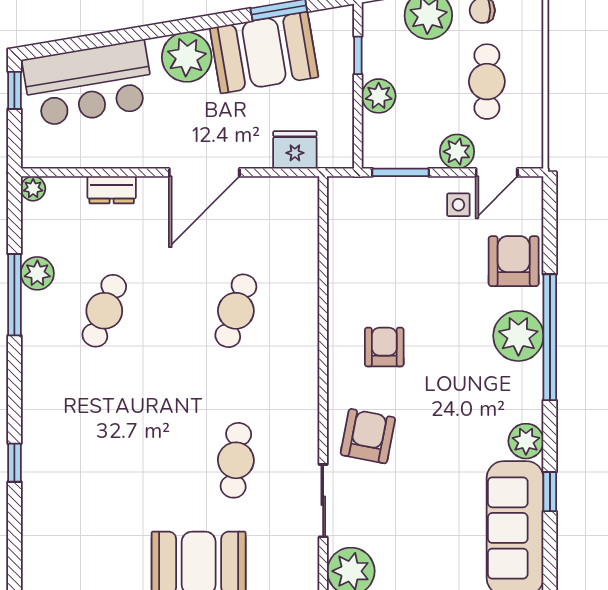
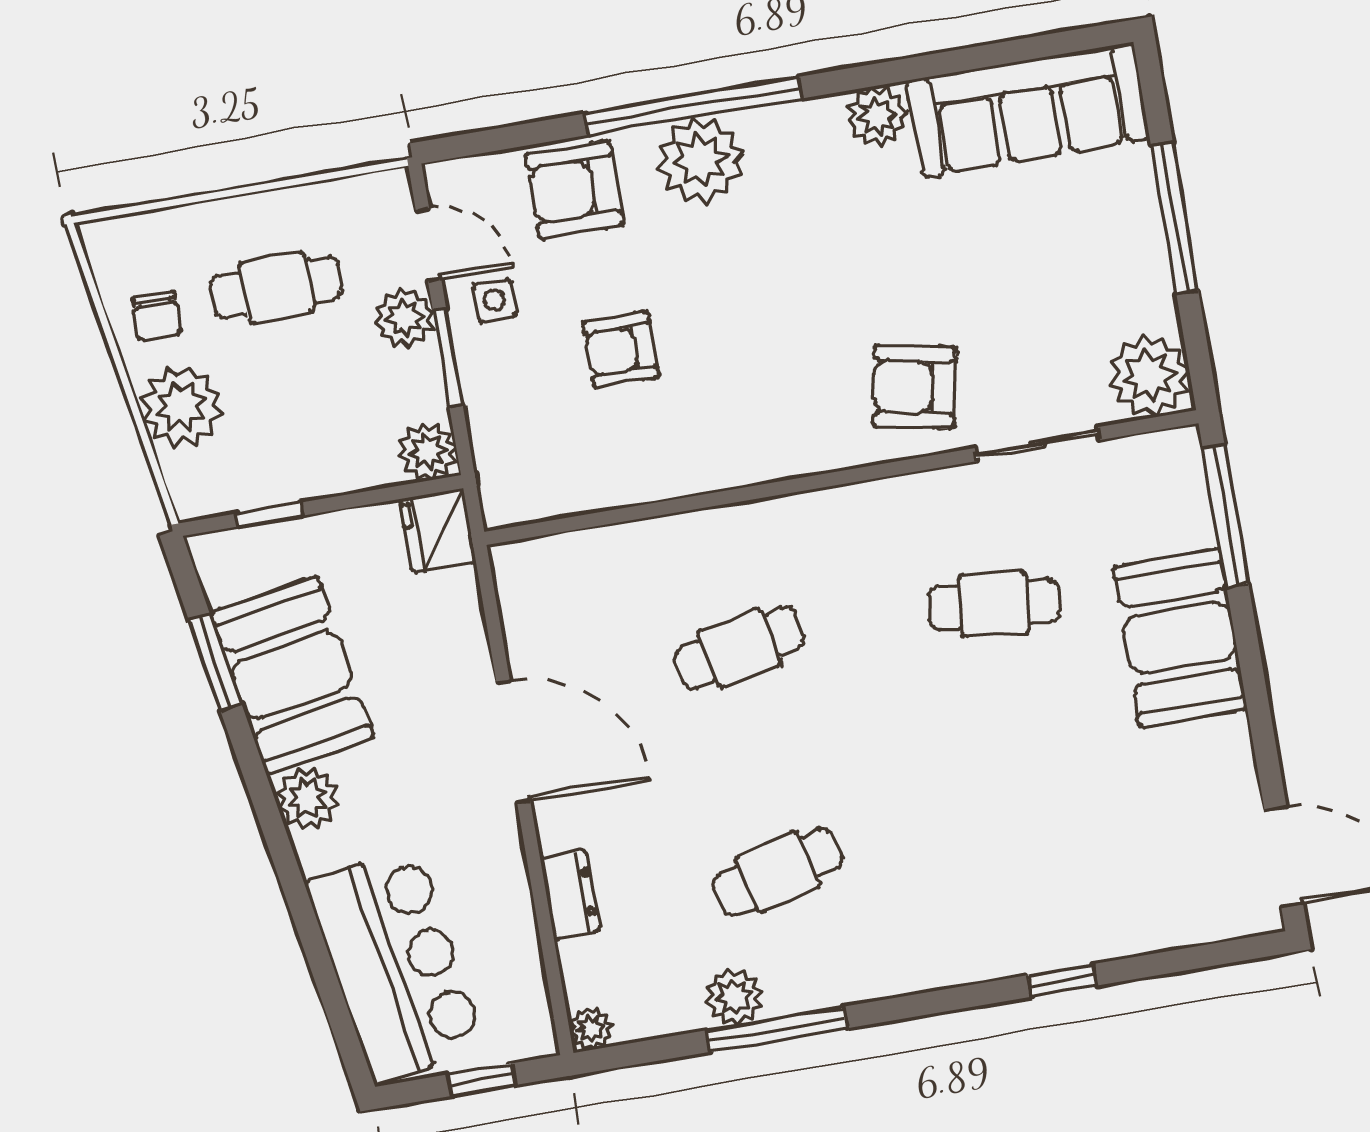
plant: (187, 57) -> (308, 798), width x0.73, depth x0.73
window: (14, 90) -> (481, 1080), moved
plant: (379, 96) -> (427, 451), moved
fridge: (295, 150) -> (438, 531), moved
window: (401, 172) -> (448, 357), moved
cafe table: (104, 311) -> (778, 872), turned -36
cafe table: (236, 311) -> (740, 648), turned -30
armchair: (384, 347) -> (621, 350), moved
window: (550, 492) -> (956, 61), removed

